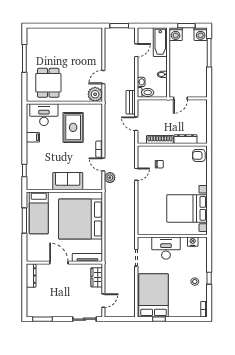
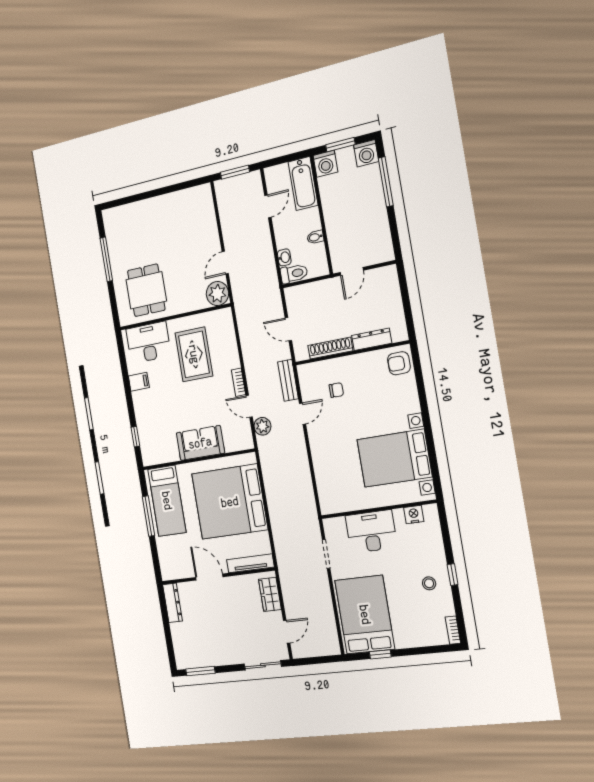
bench: (131, 102) -> (288, 380), moved

